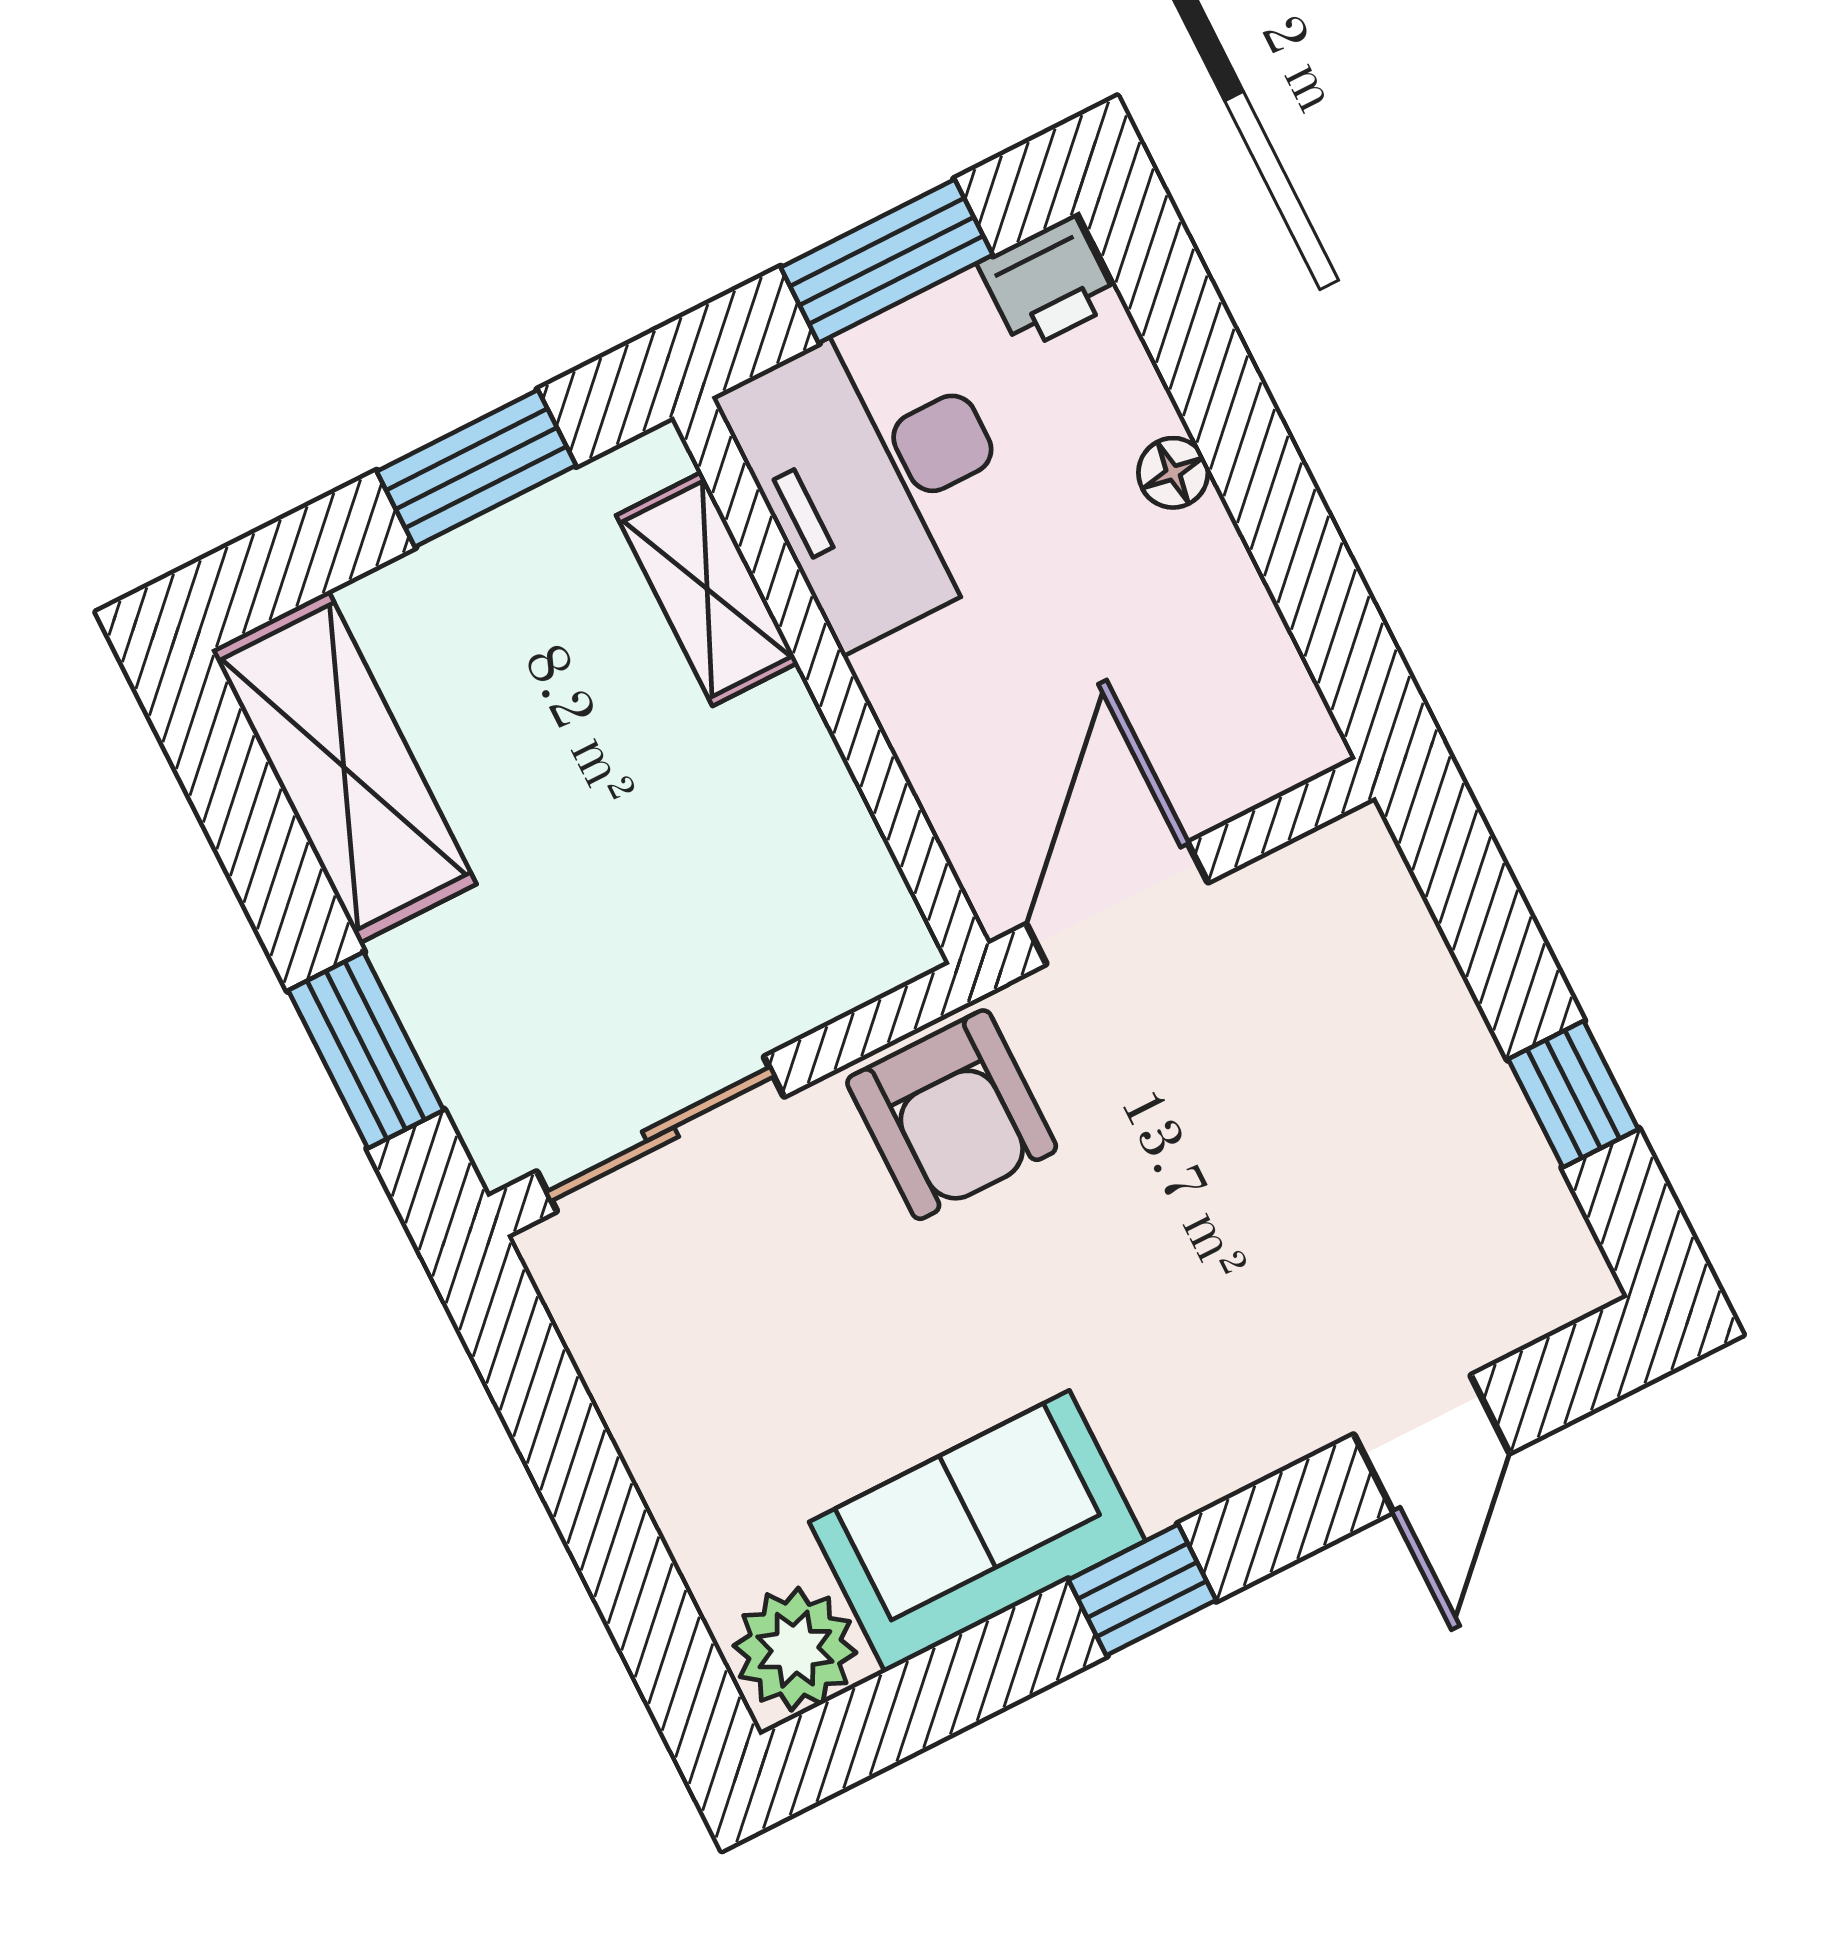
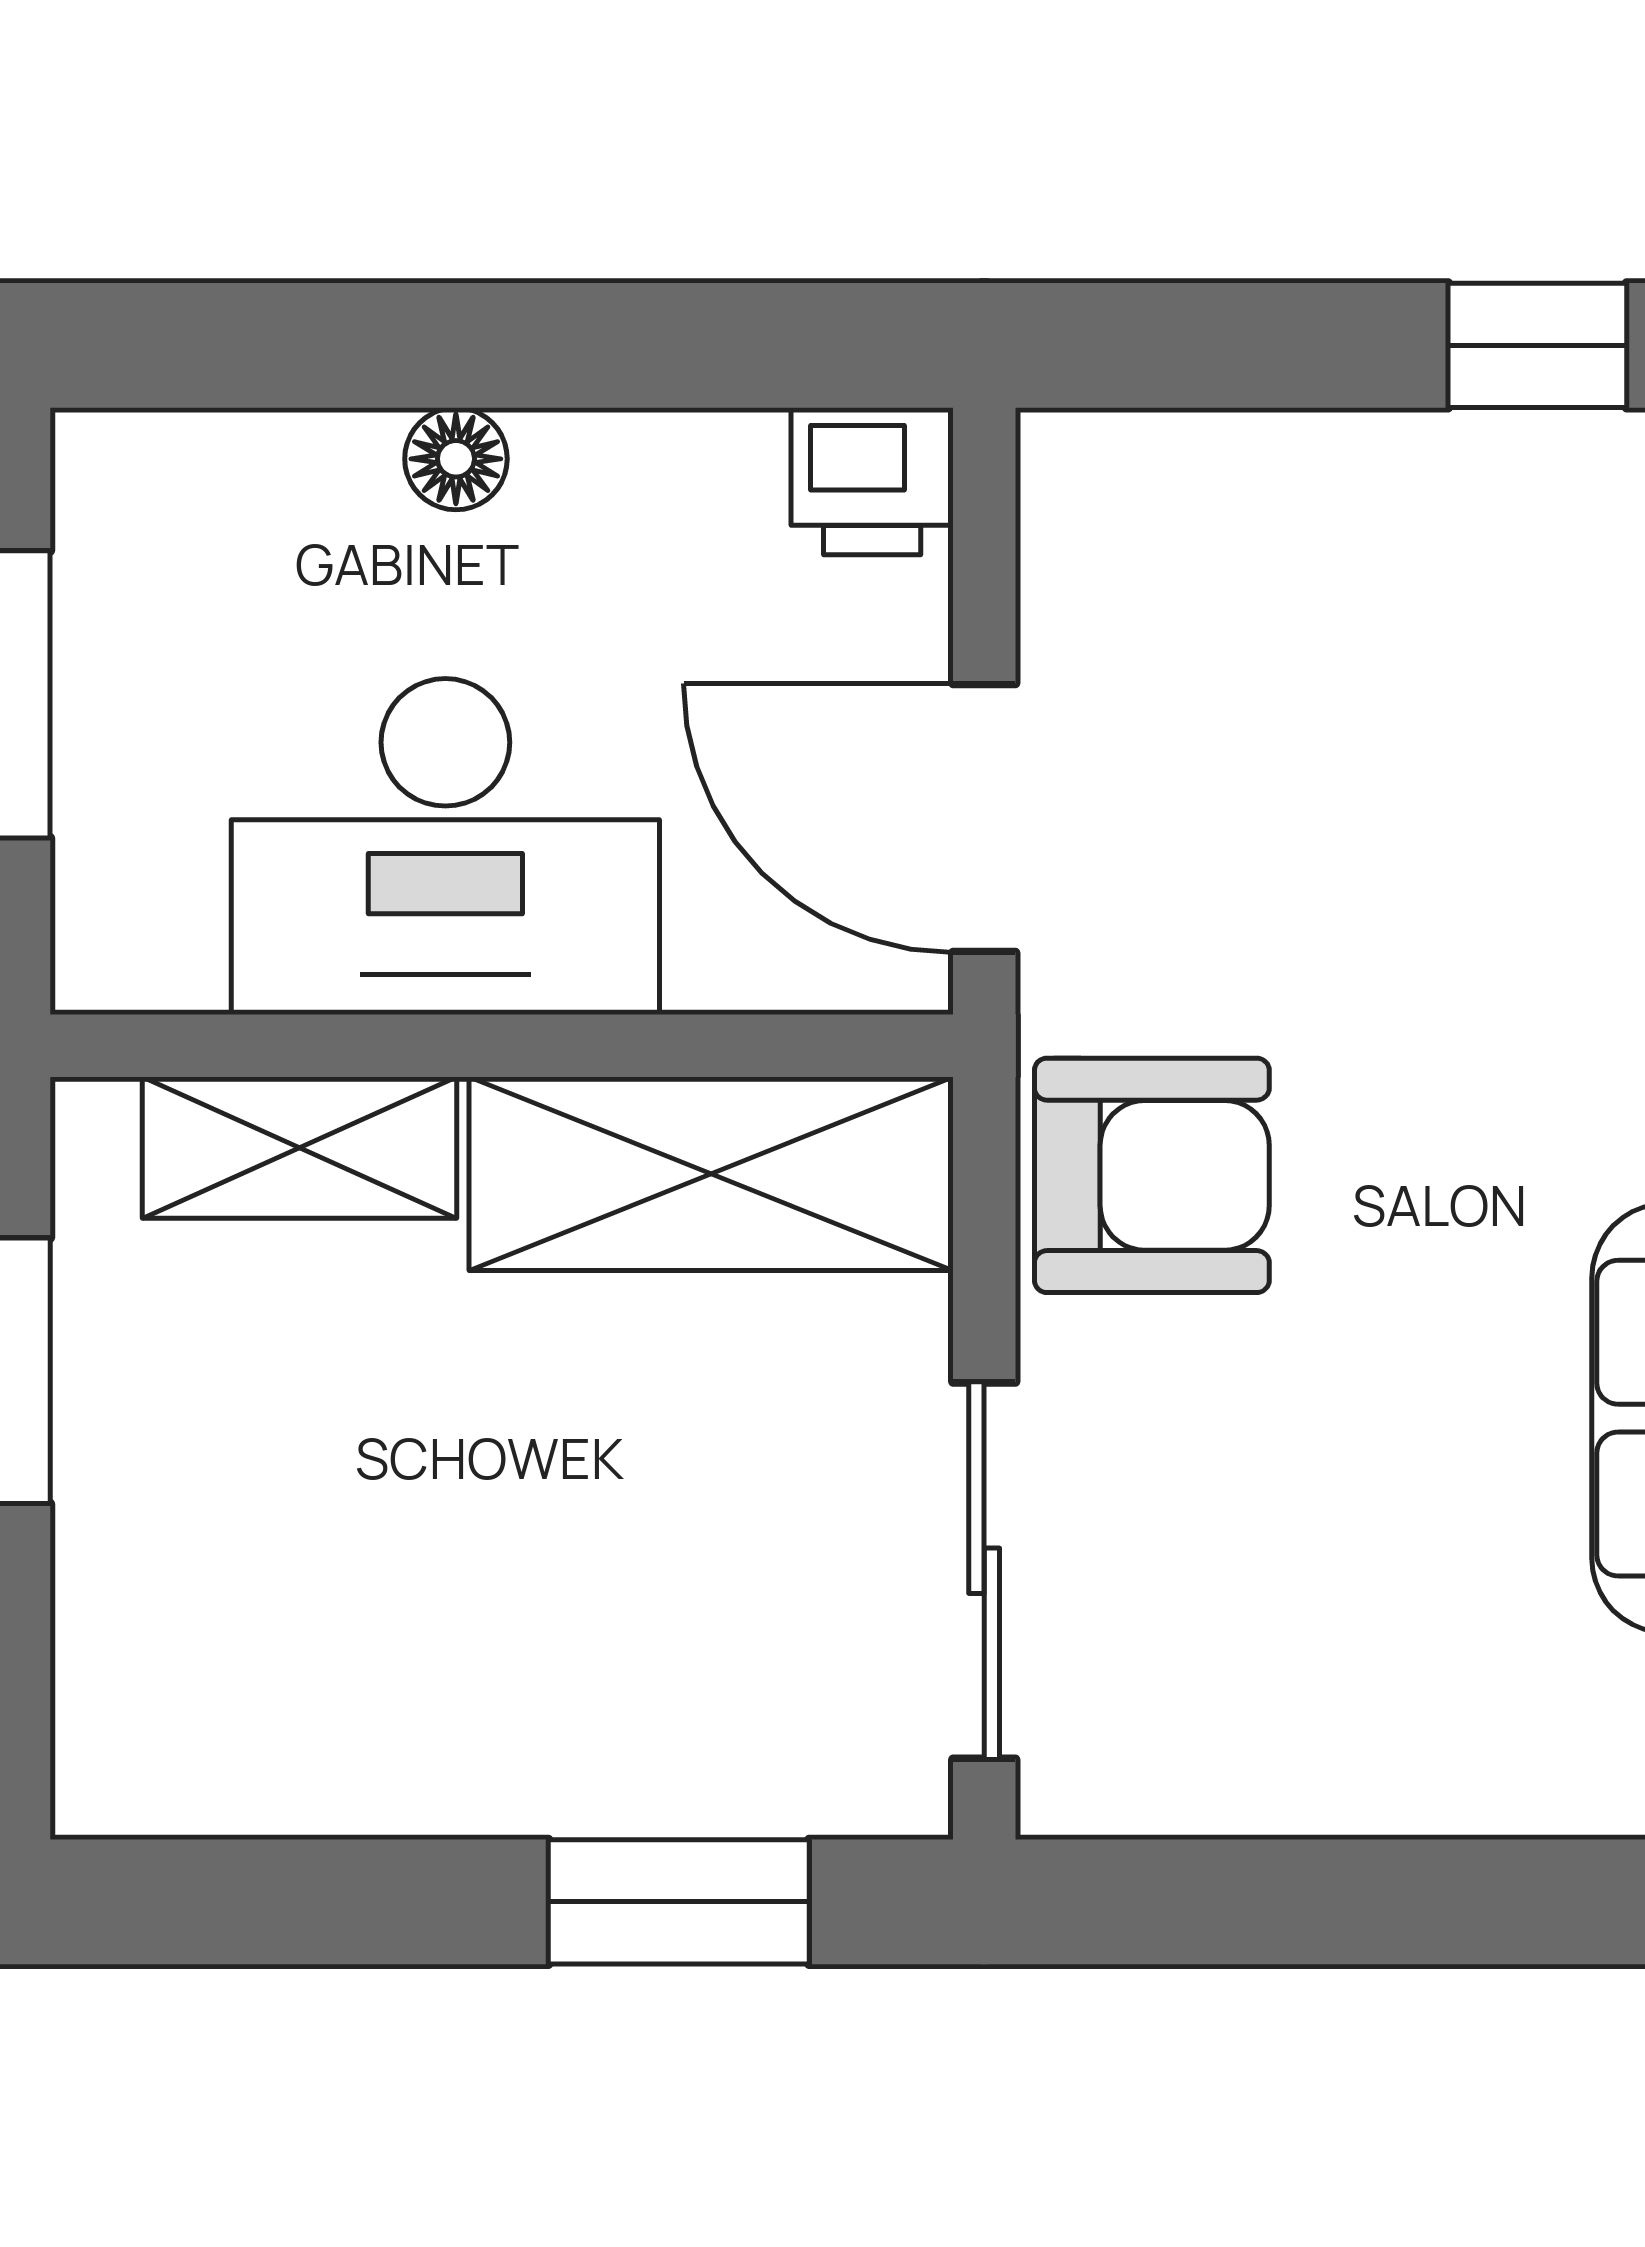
printer: (1048, 283) -> (872, 481), moved, turned 90
desk: (879, 475) -> (445, 847), moved
shelving: (344, 767) -> (711, 1174), moved

